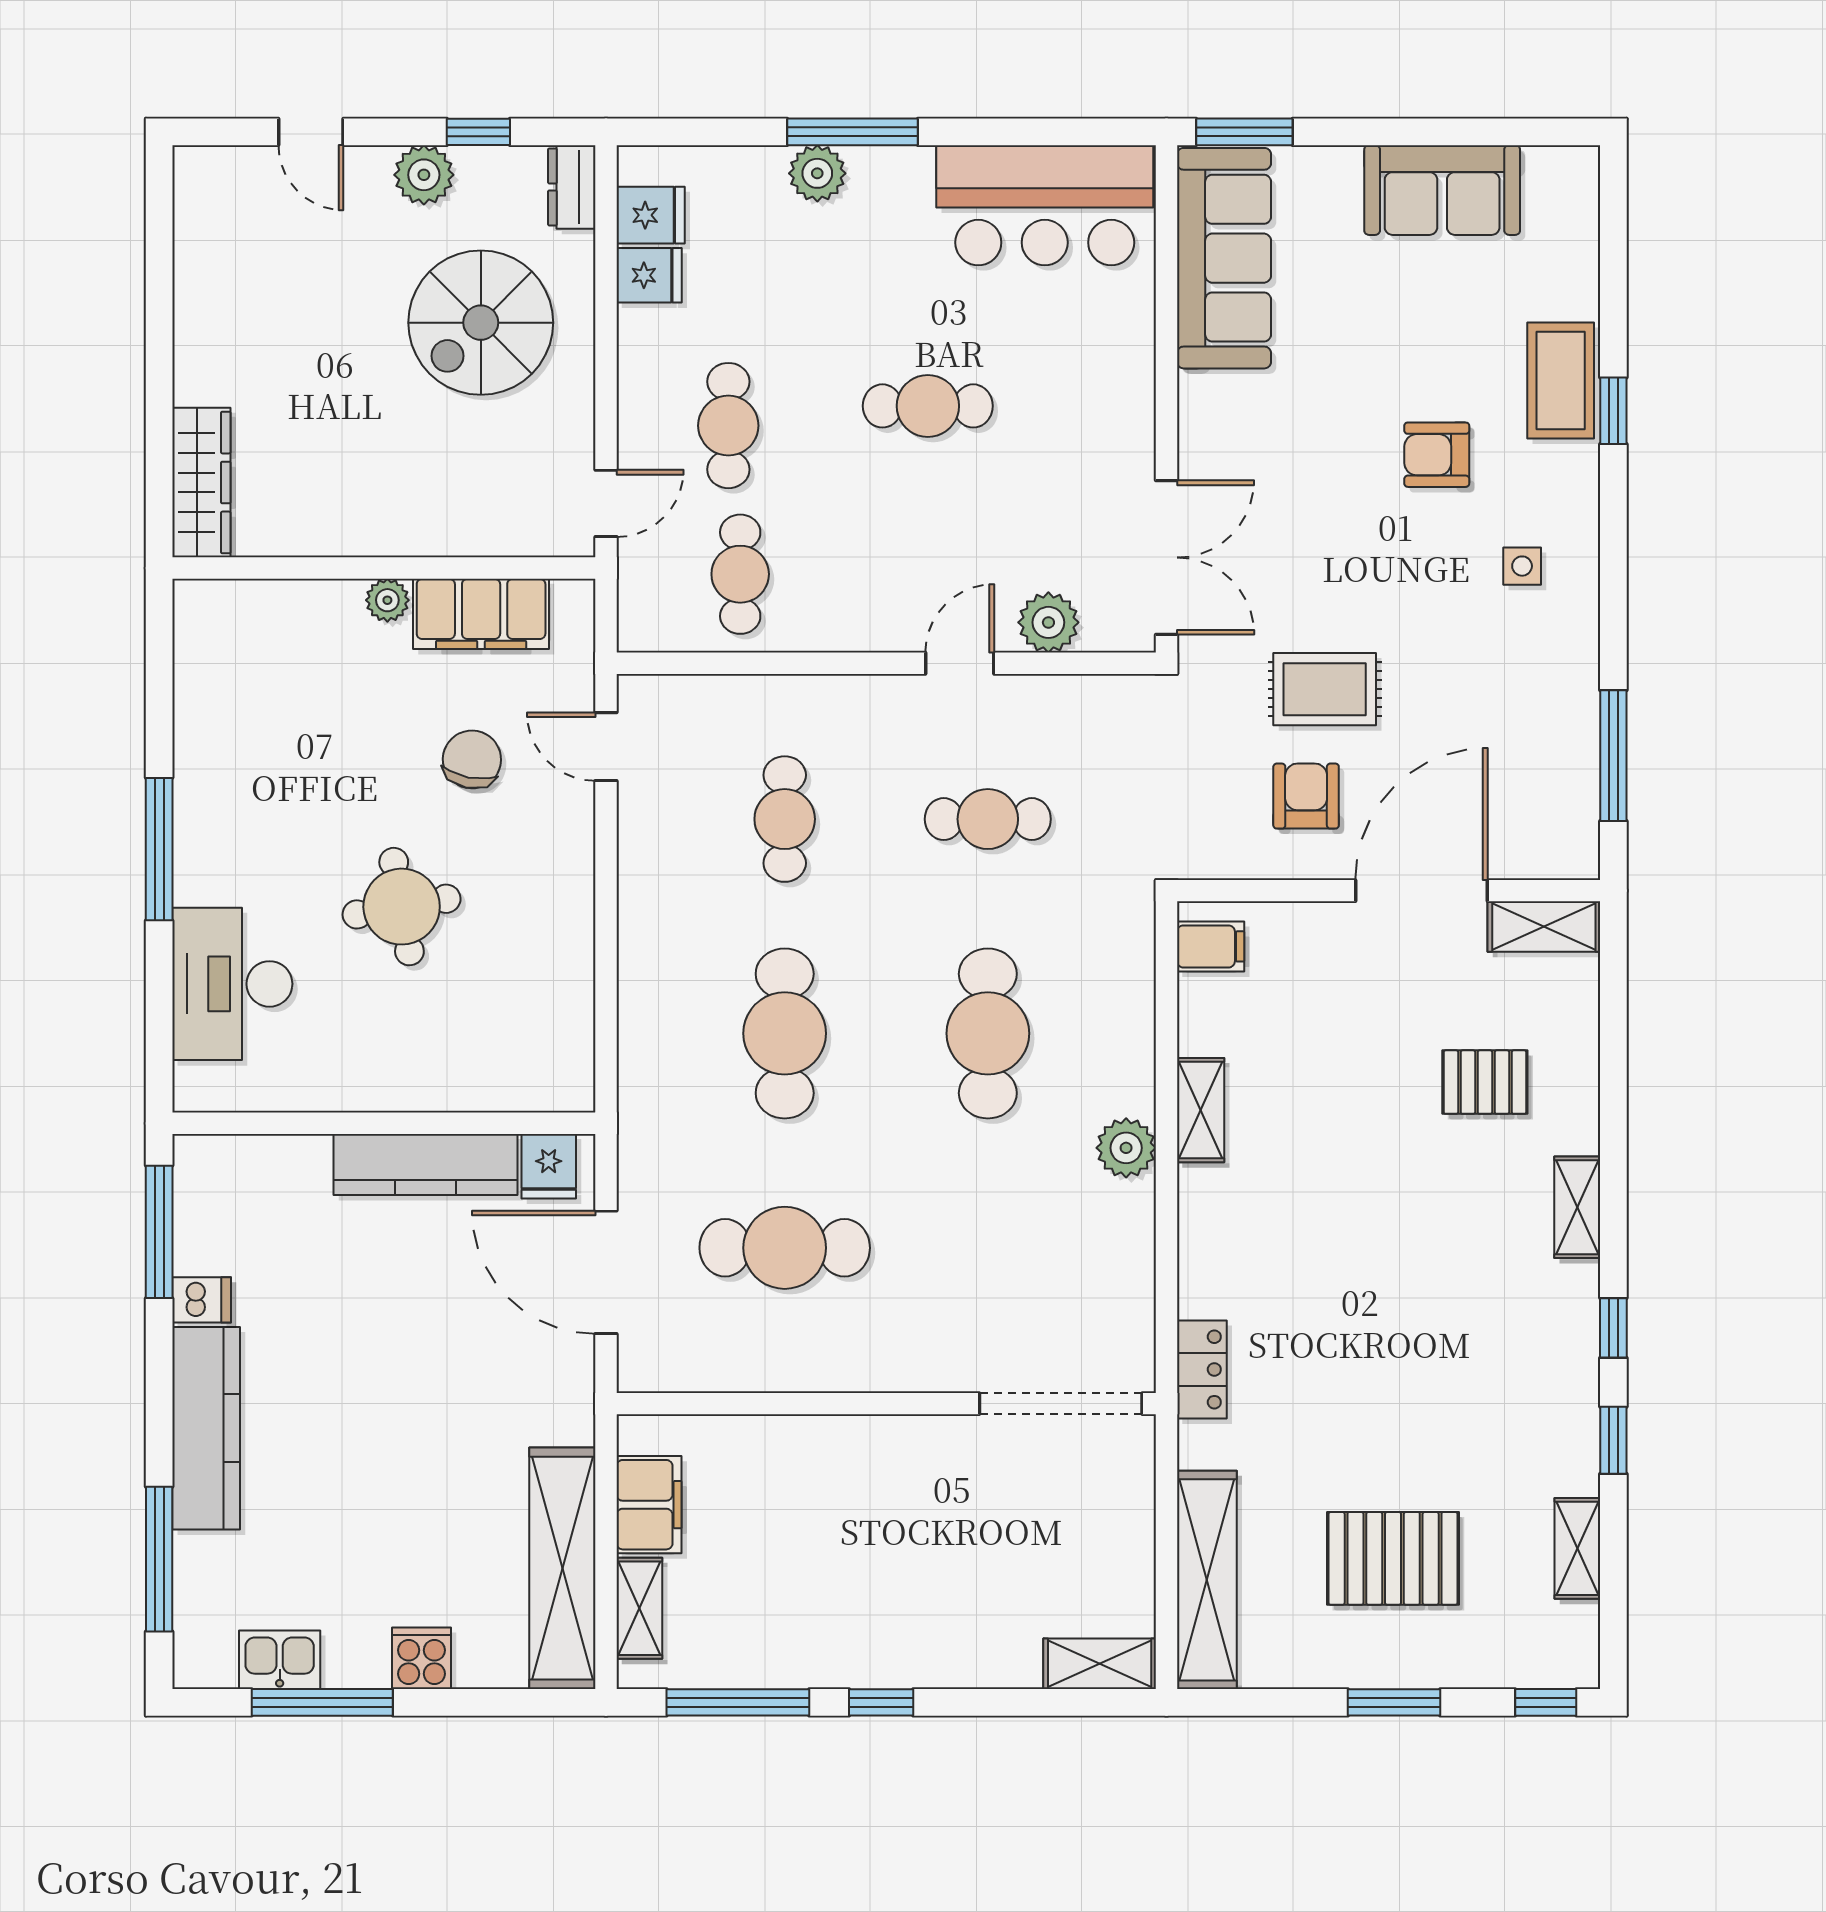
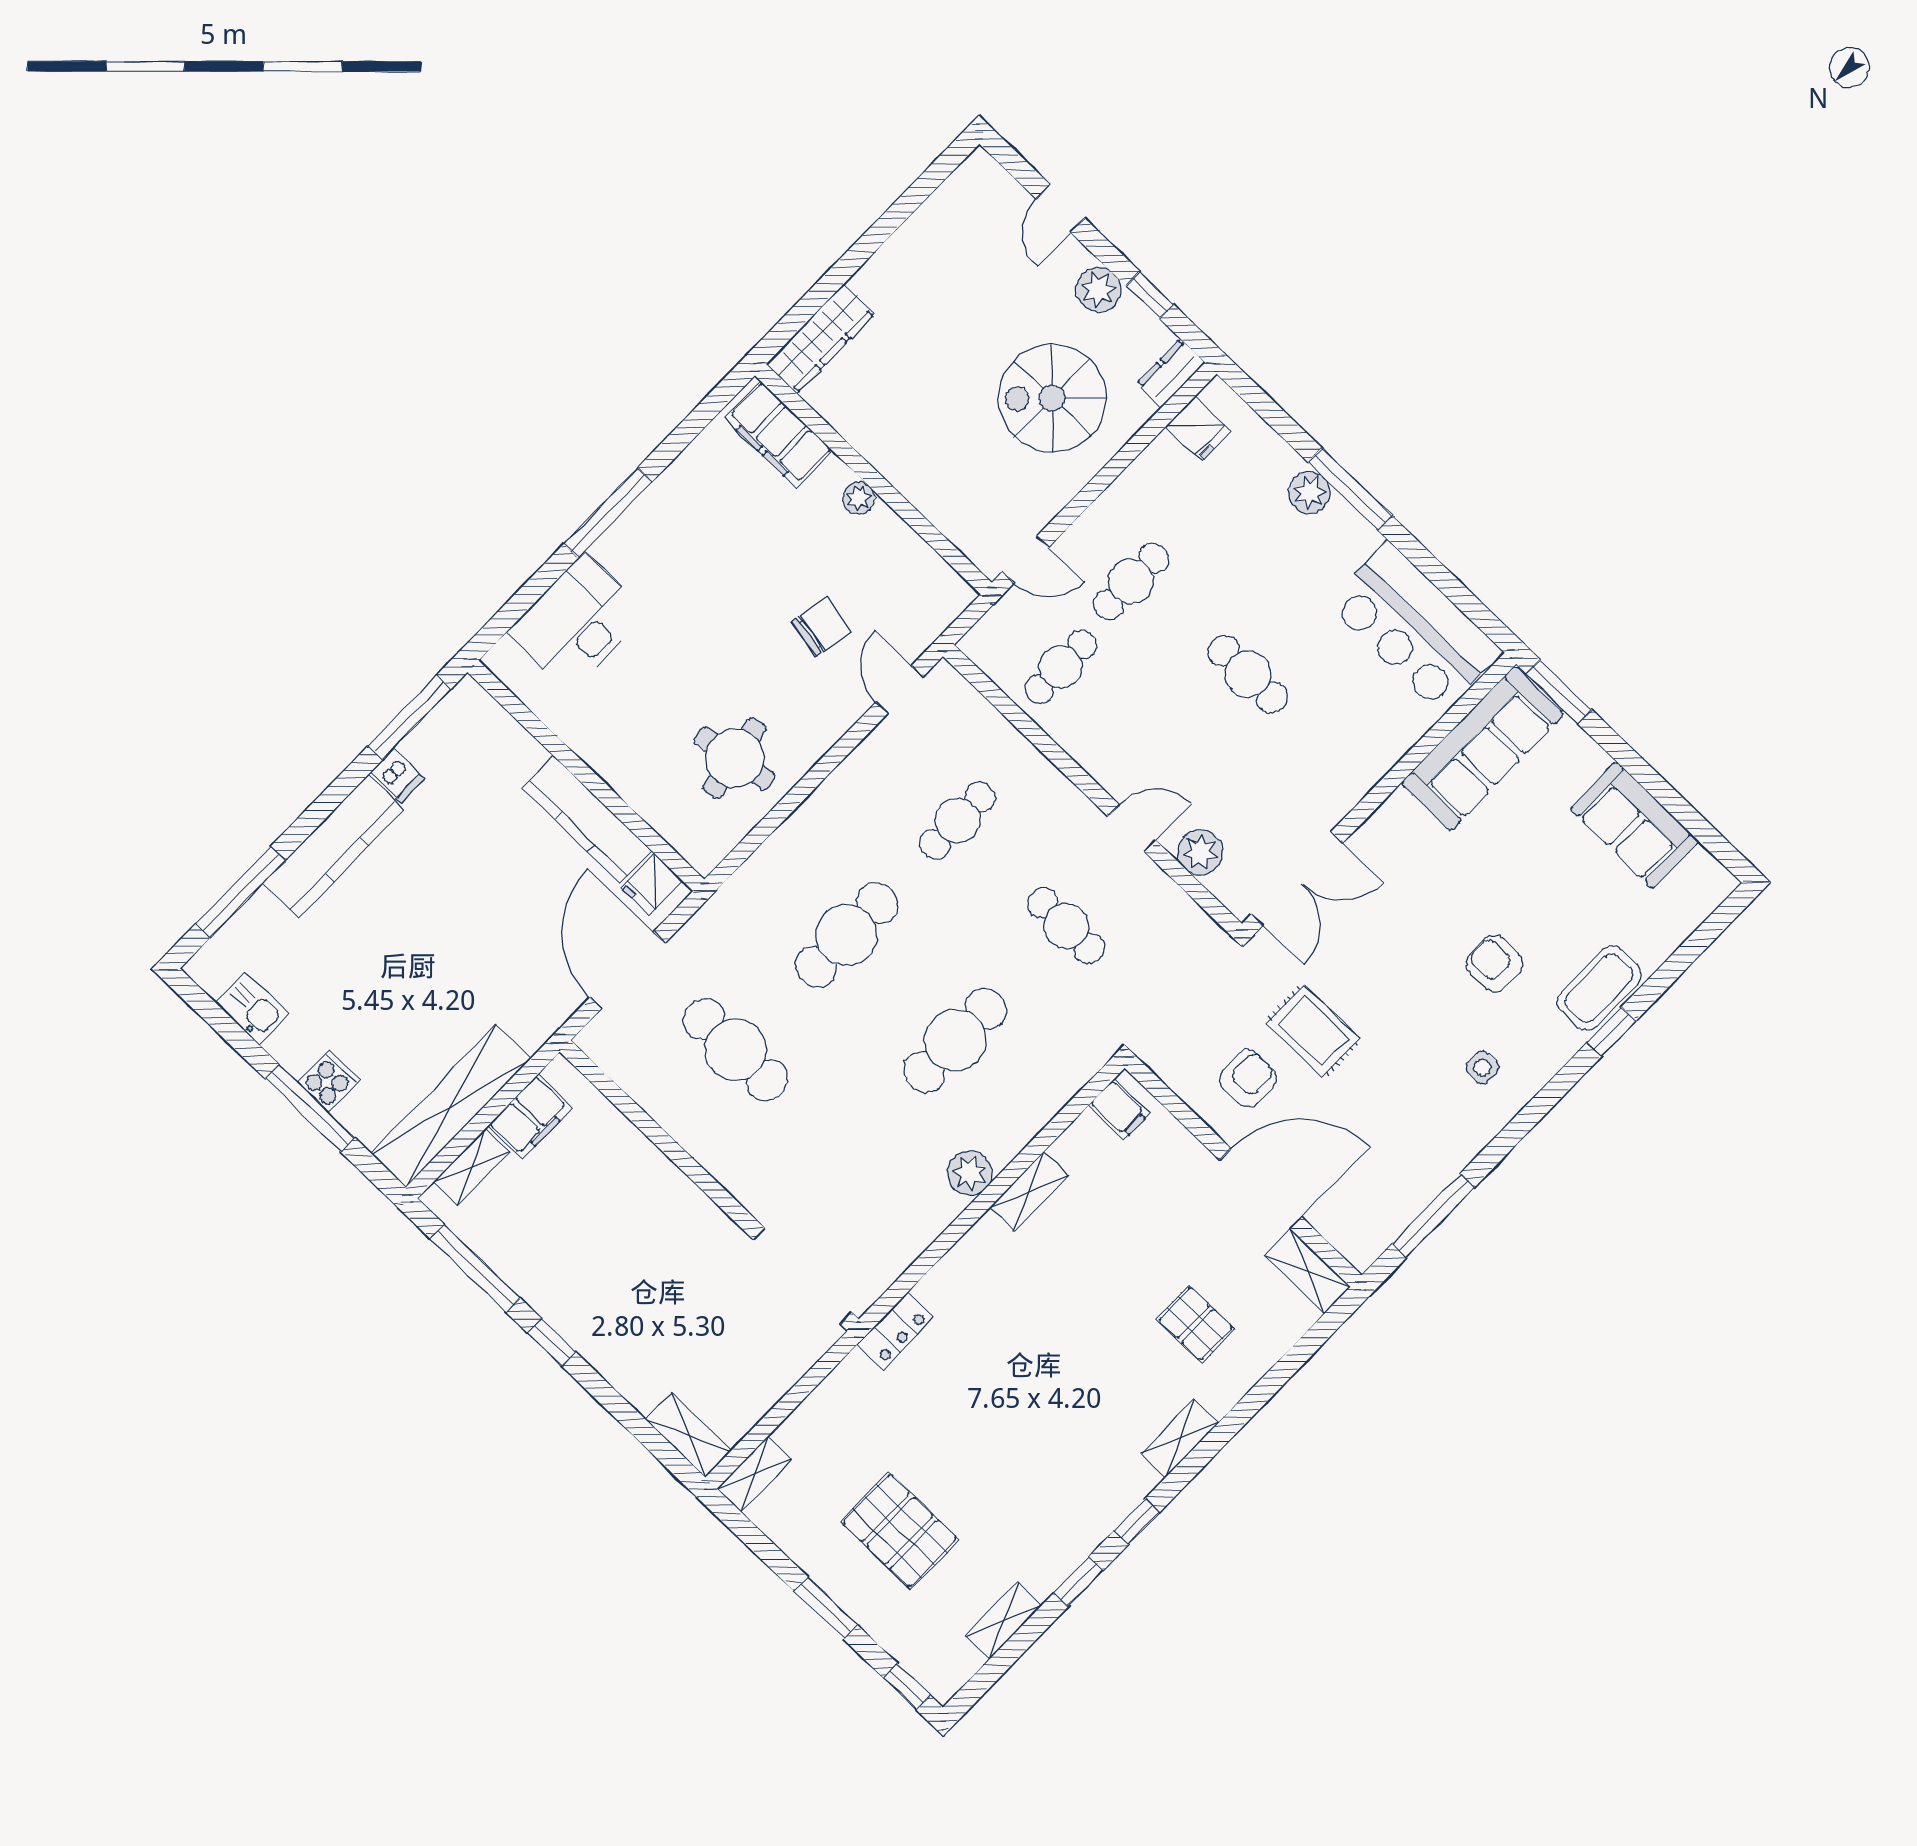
fridge: (649, 275) -> (1167, 460), removed
filing cabinet: (481, 614) -> (778, 434), moved
round table: (402, 907) -> (734, 758), moved
shelving: (1207, 1580) -> (754, 1474), width x0.45, depth x0.75
window: (322, 1702) -> (310, 1108), moved

